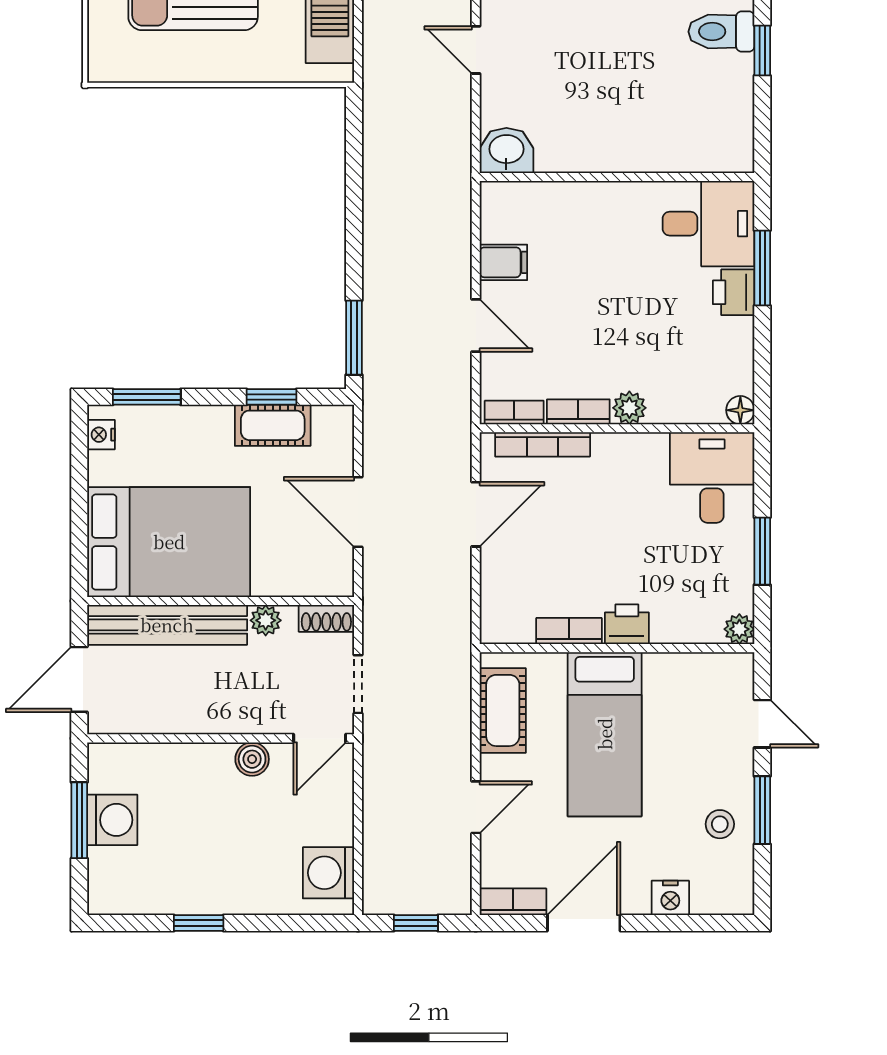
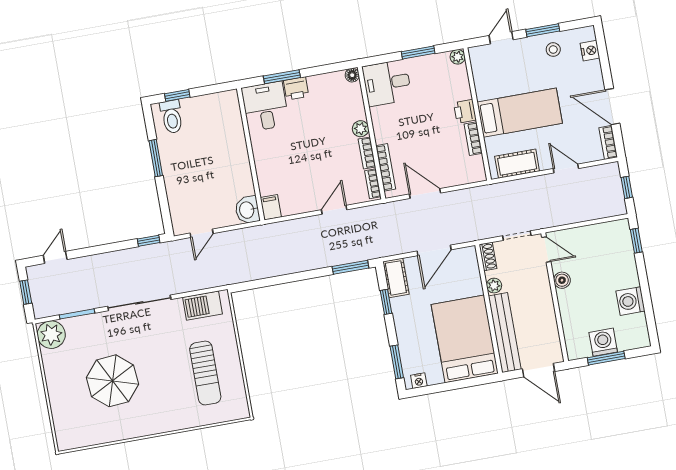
filing cabinet: (503, 262) -> (271, 207), moved
cot: (273, 425) -> (396, 278), moved
washing machine: (328, 873) -> (630, 301), moved, turned 90
nightstand: (670, 898) -> (590, 51), moved
window: (199, 923) -> (636, 241), moved

